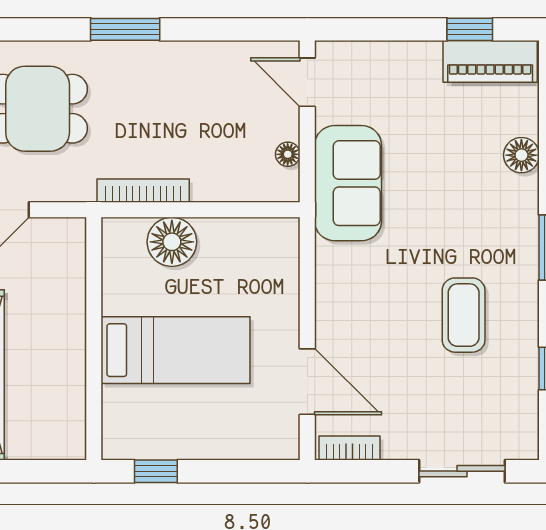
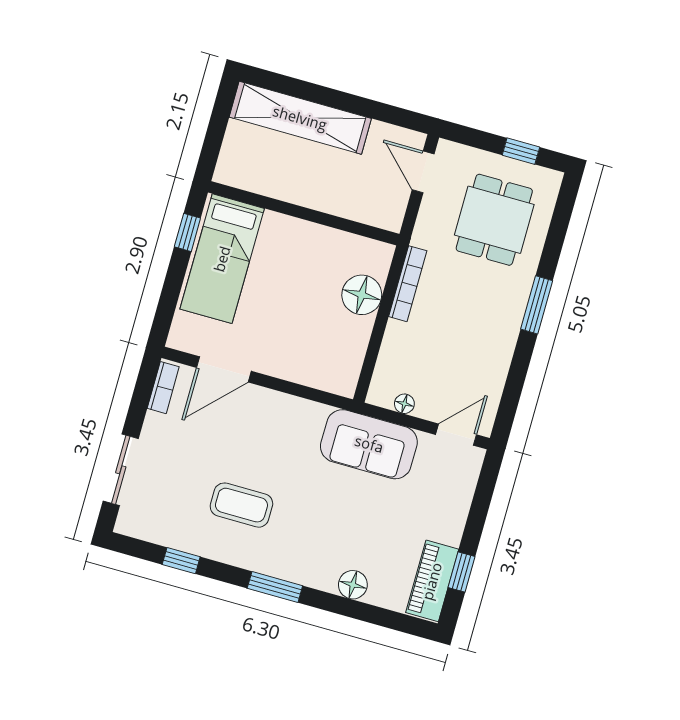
bed: (176, 350) -> (222, 259), moved

